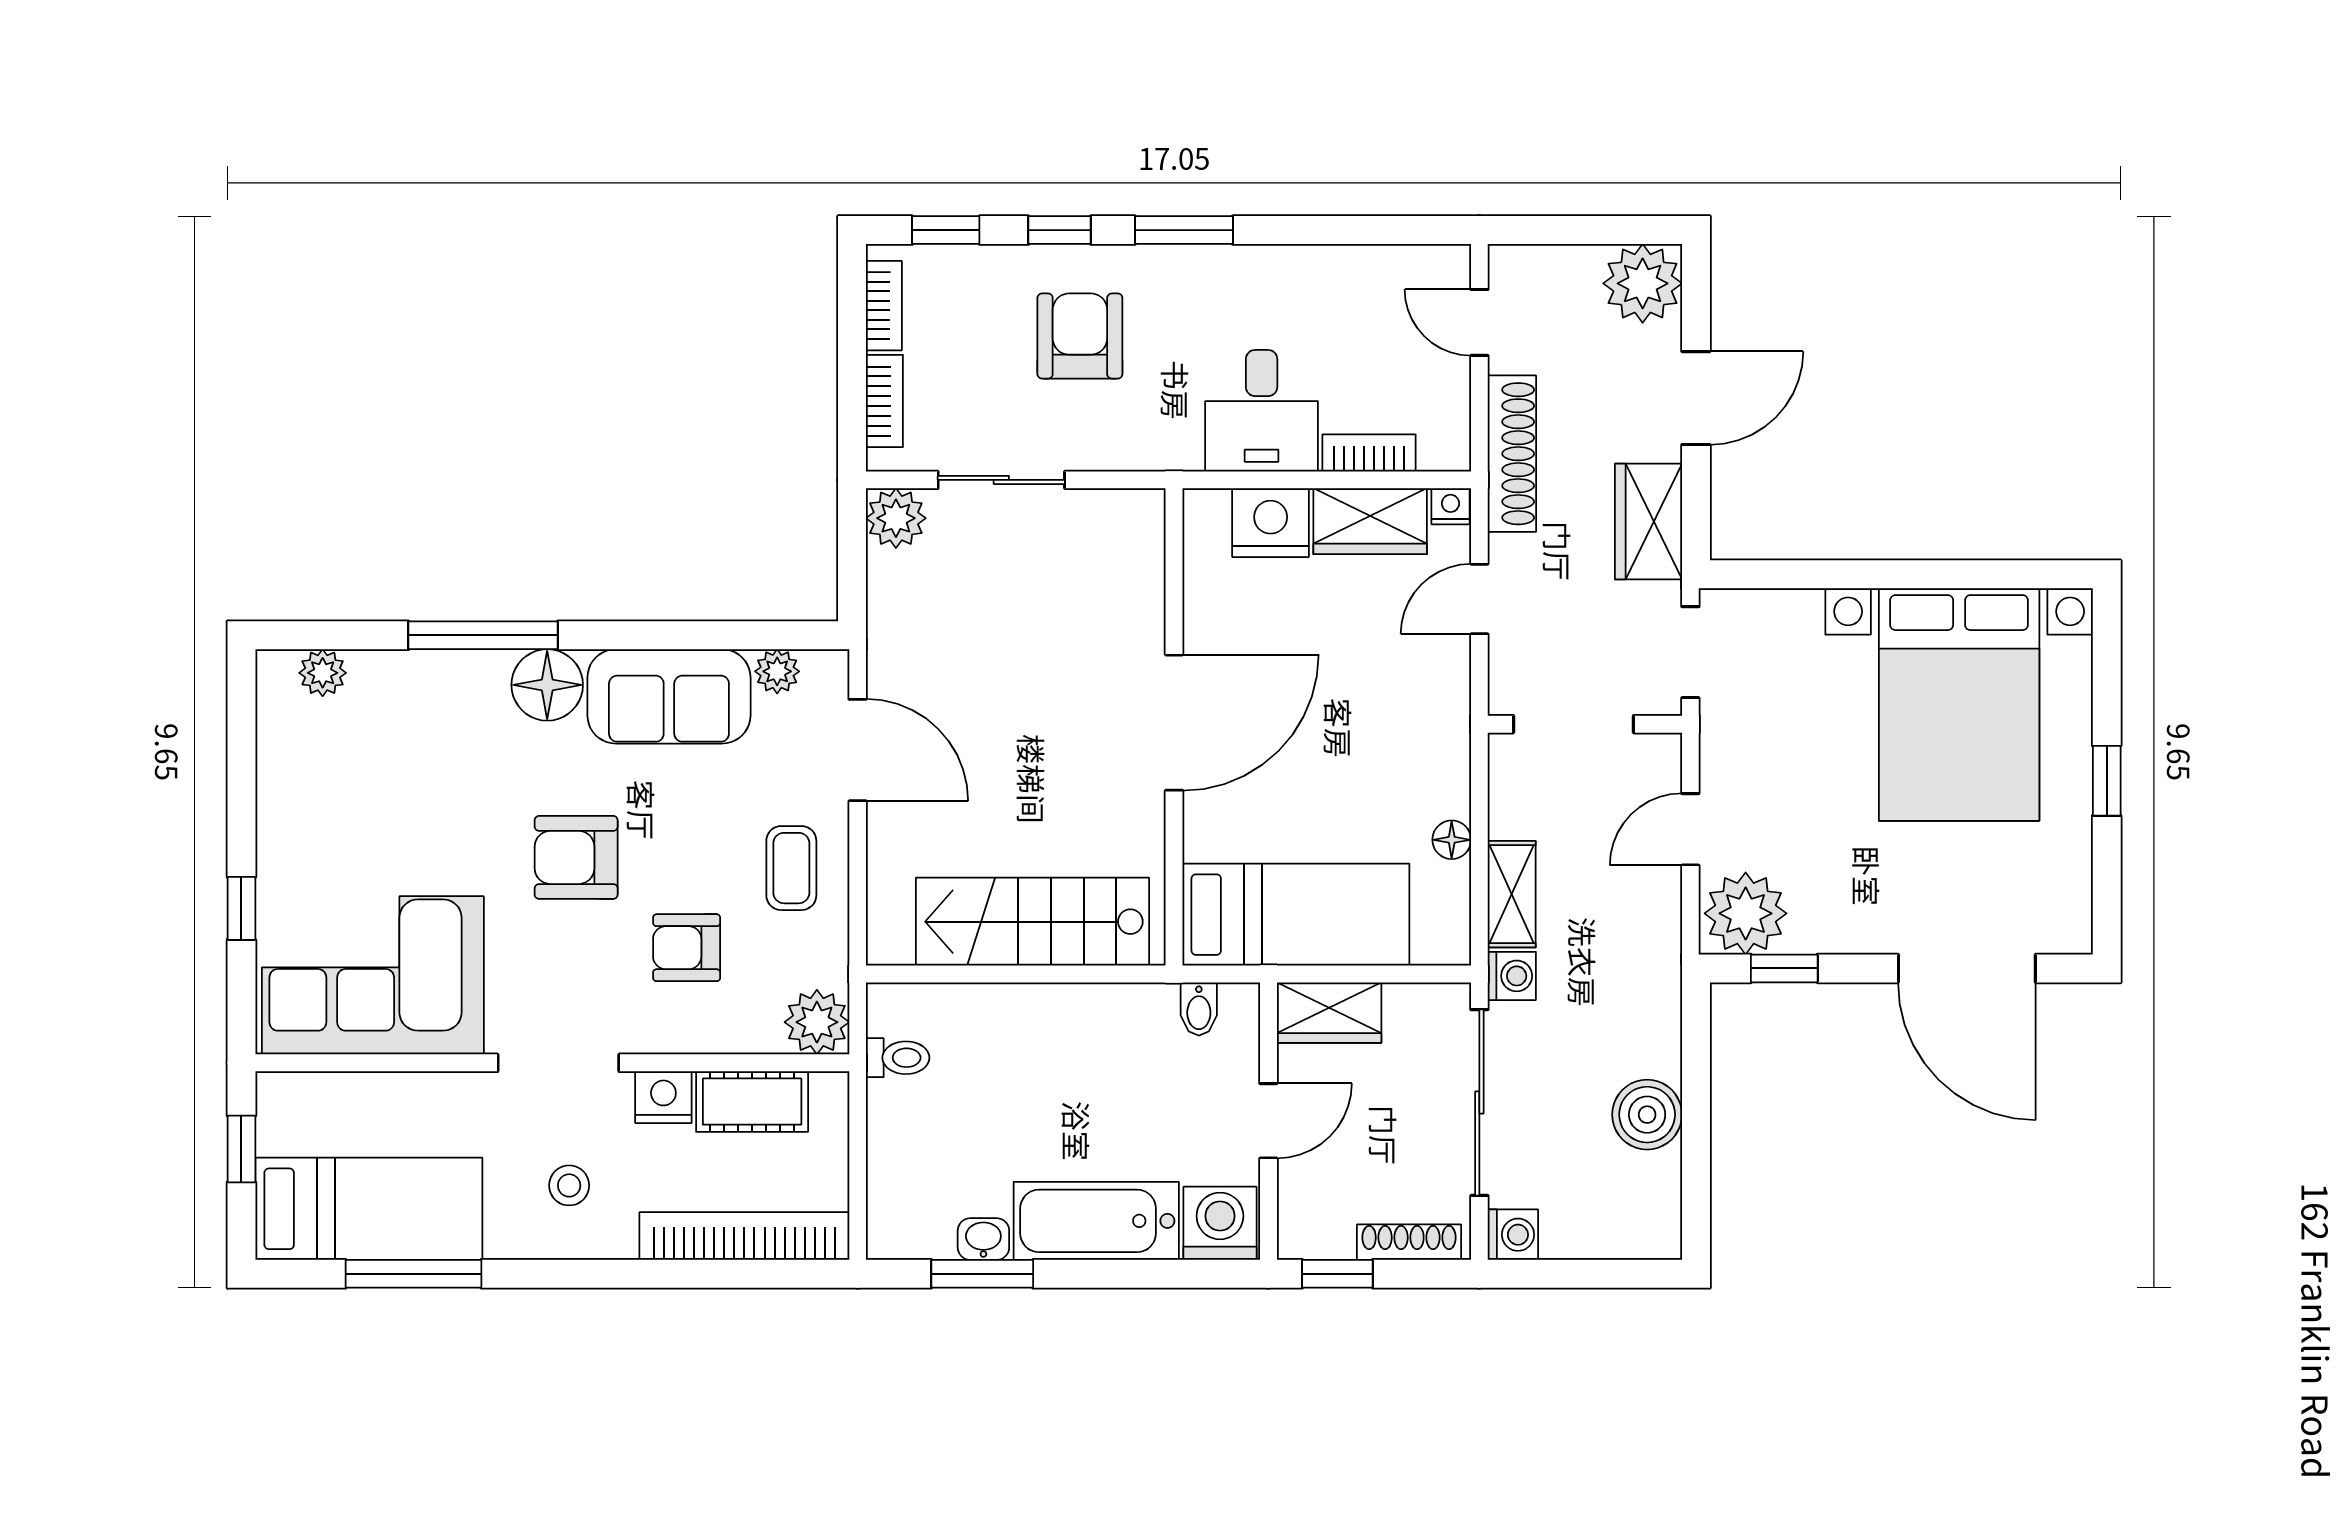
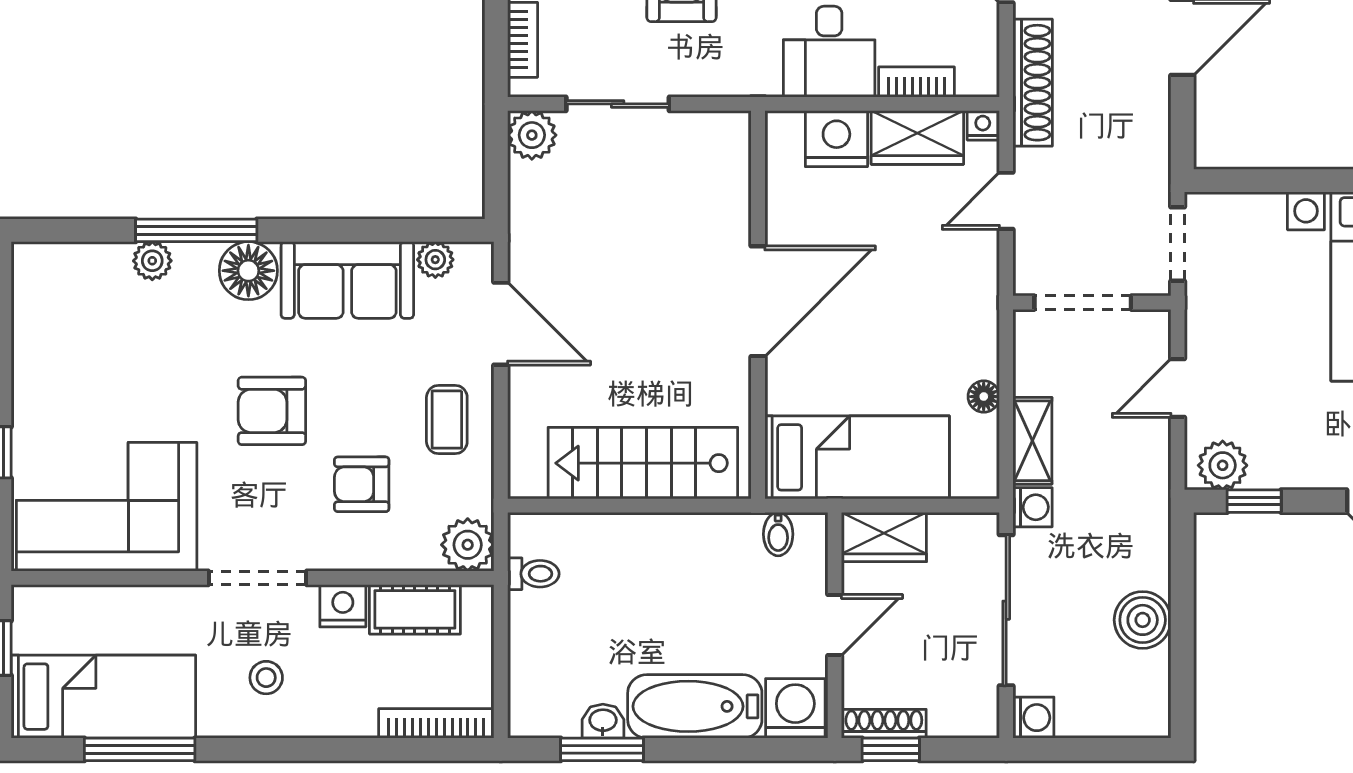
wardrobe: (1648, 522) -> (1144, 138), removed
plant: (323, 673) -> (152, 261), moved
plant: (1746, 913) -> (1223, 465), width x0.73, depth x0.73
bookcase: (744, 1236) -> (436, 723), width x0.68, depth x0.76
shoe rack: (1409, 1242) -> (884, 724), moved

